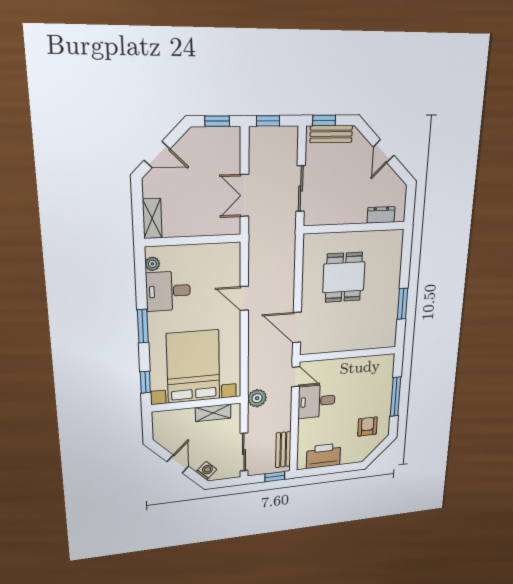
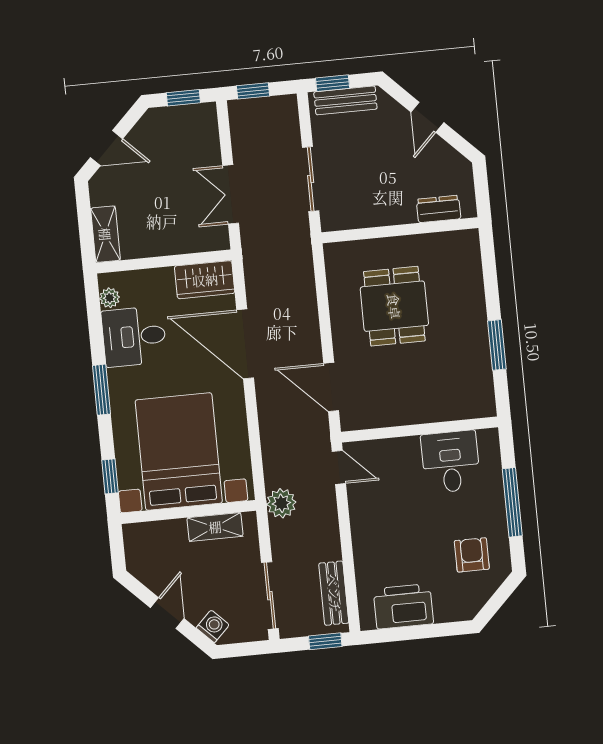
wardrobe: (221, 254) -> (205, 280), added
door: (244, 298) -> (245, 344), width x1.88
desk: (317, 401) -> (451, 462), moved, turned 90

